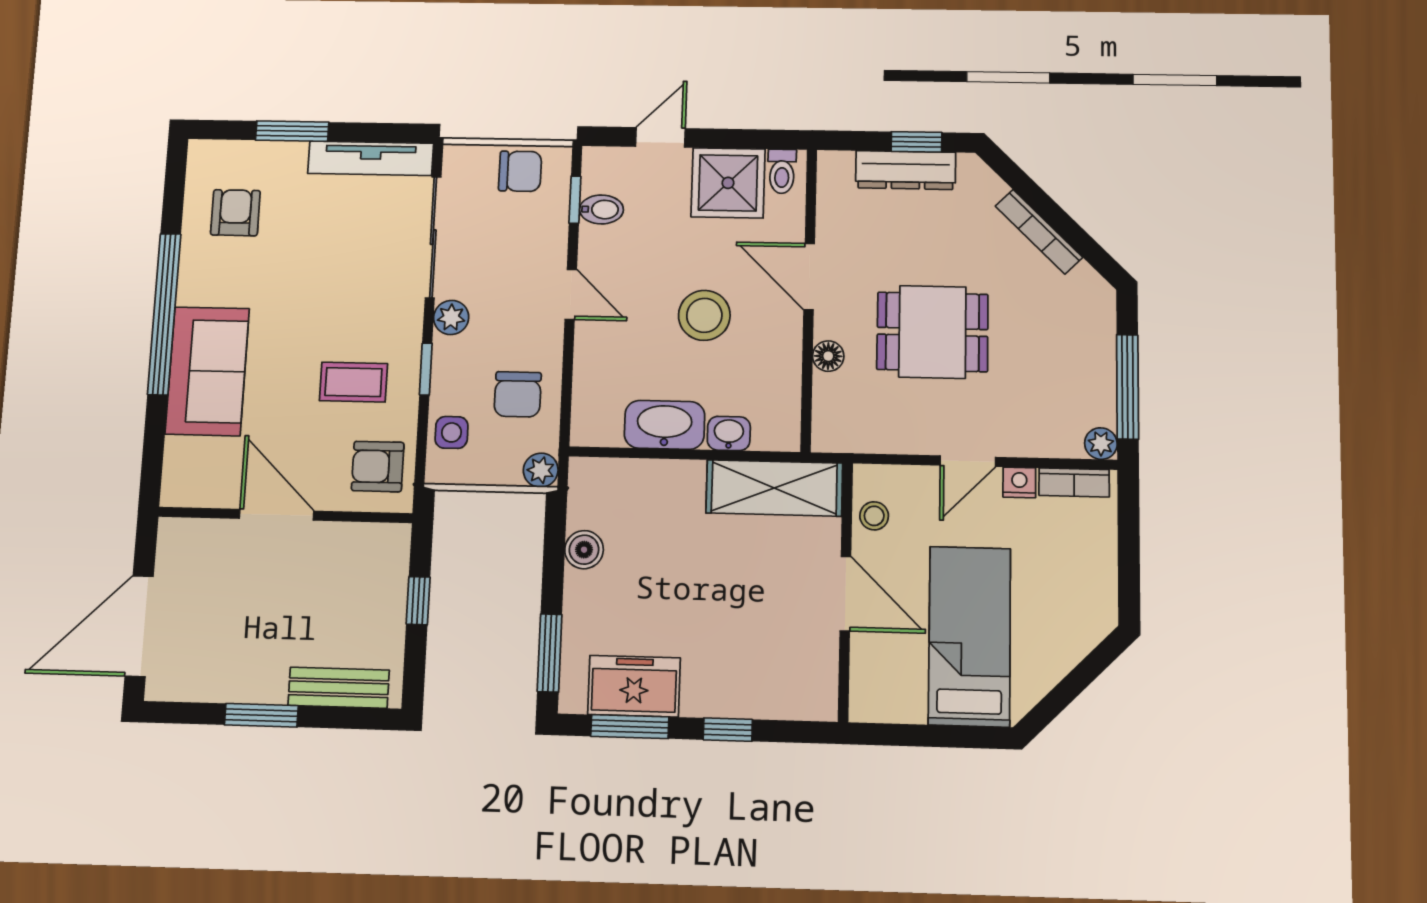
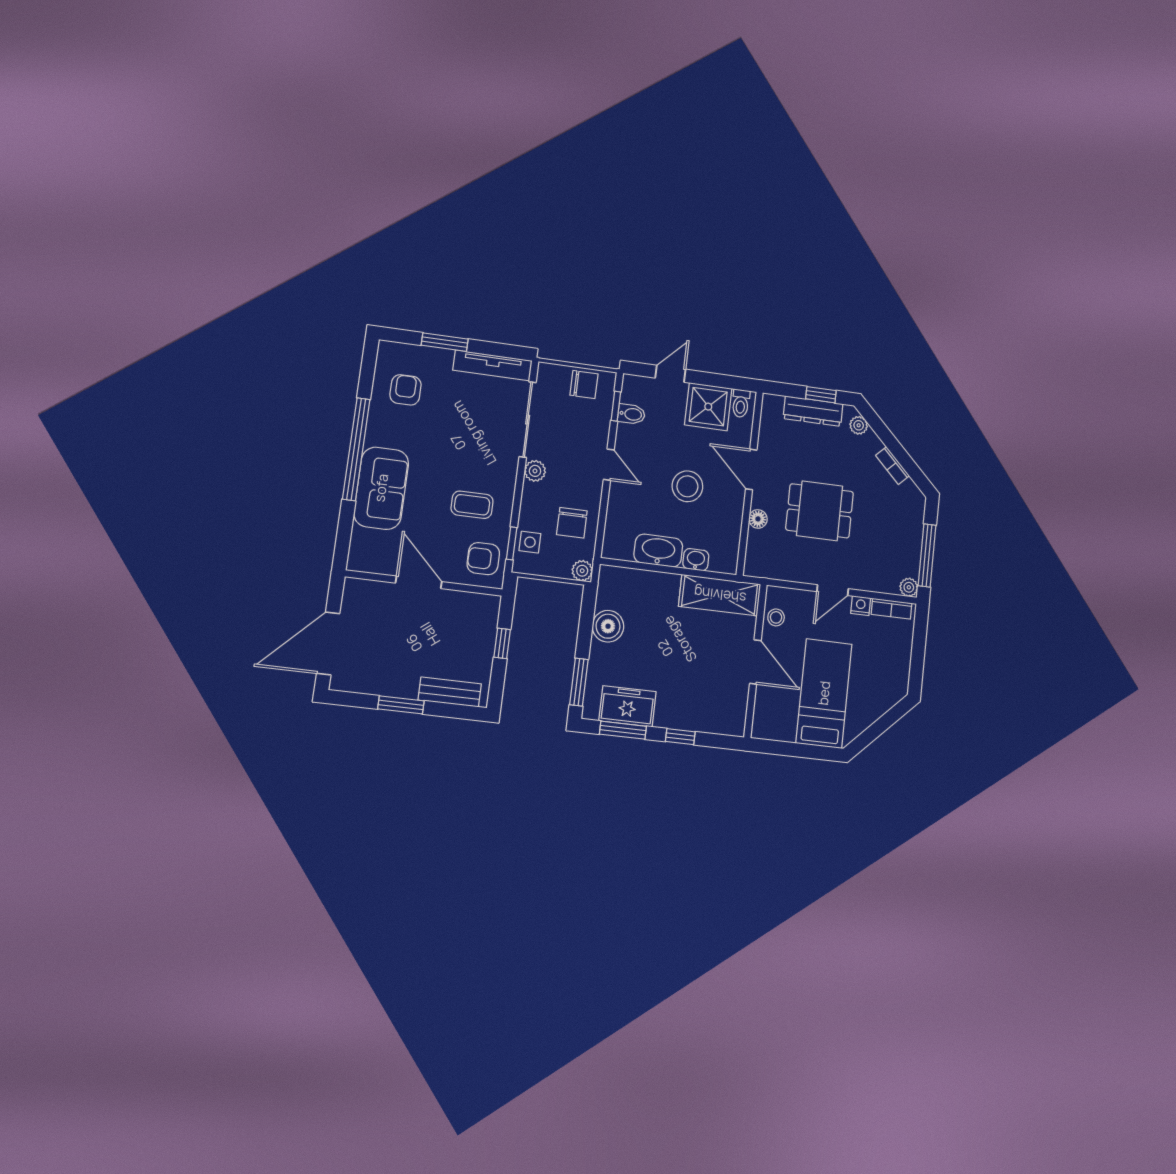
plant: (986, 184) -> (859, 425), added
bookcase: (1039, 232) -> (892, 466), width x0.64
window: (426, 369) -> (512, 543), moved
boiler: (584, 550) -> (608, 626), width x1.36, depth x1.36

